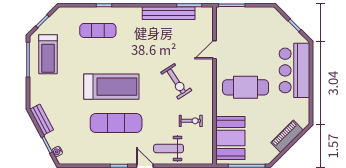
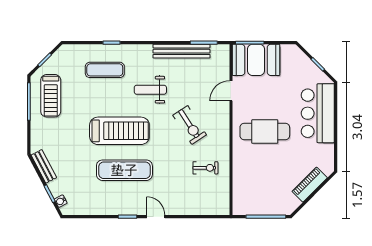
booth: (230, 138) -> (256, 60), moved, turned 90
weight bench: (169, 148) -> (150, 90), moved

